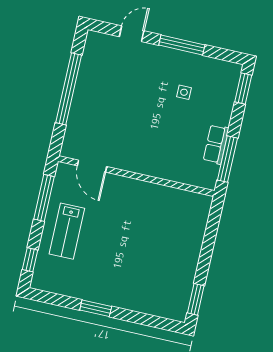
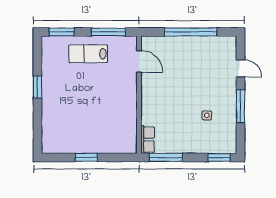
row of seats: (216, 144) -> (148, 140), moved, turned 90
door: (92, 166) -> (139, 61), swing flipped
window: (30, 260) -> (62, 32), width x1.50
window: (196, 299) -> (86, 157), moved

